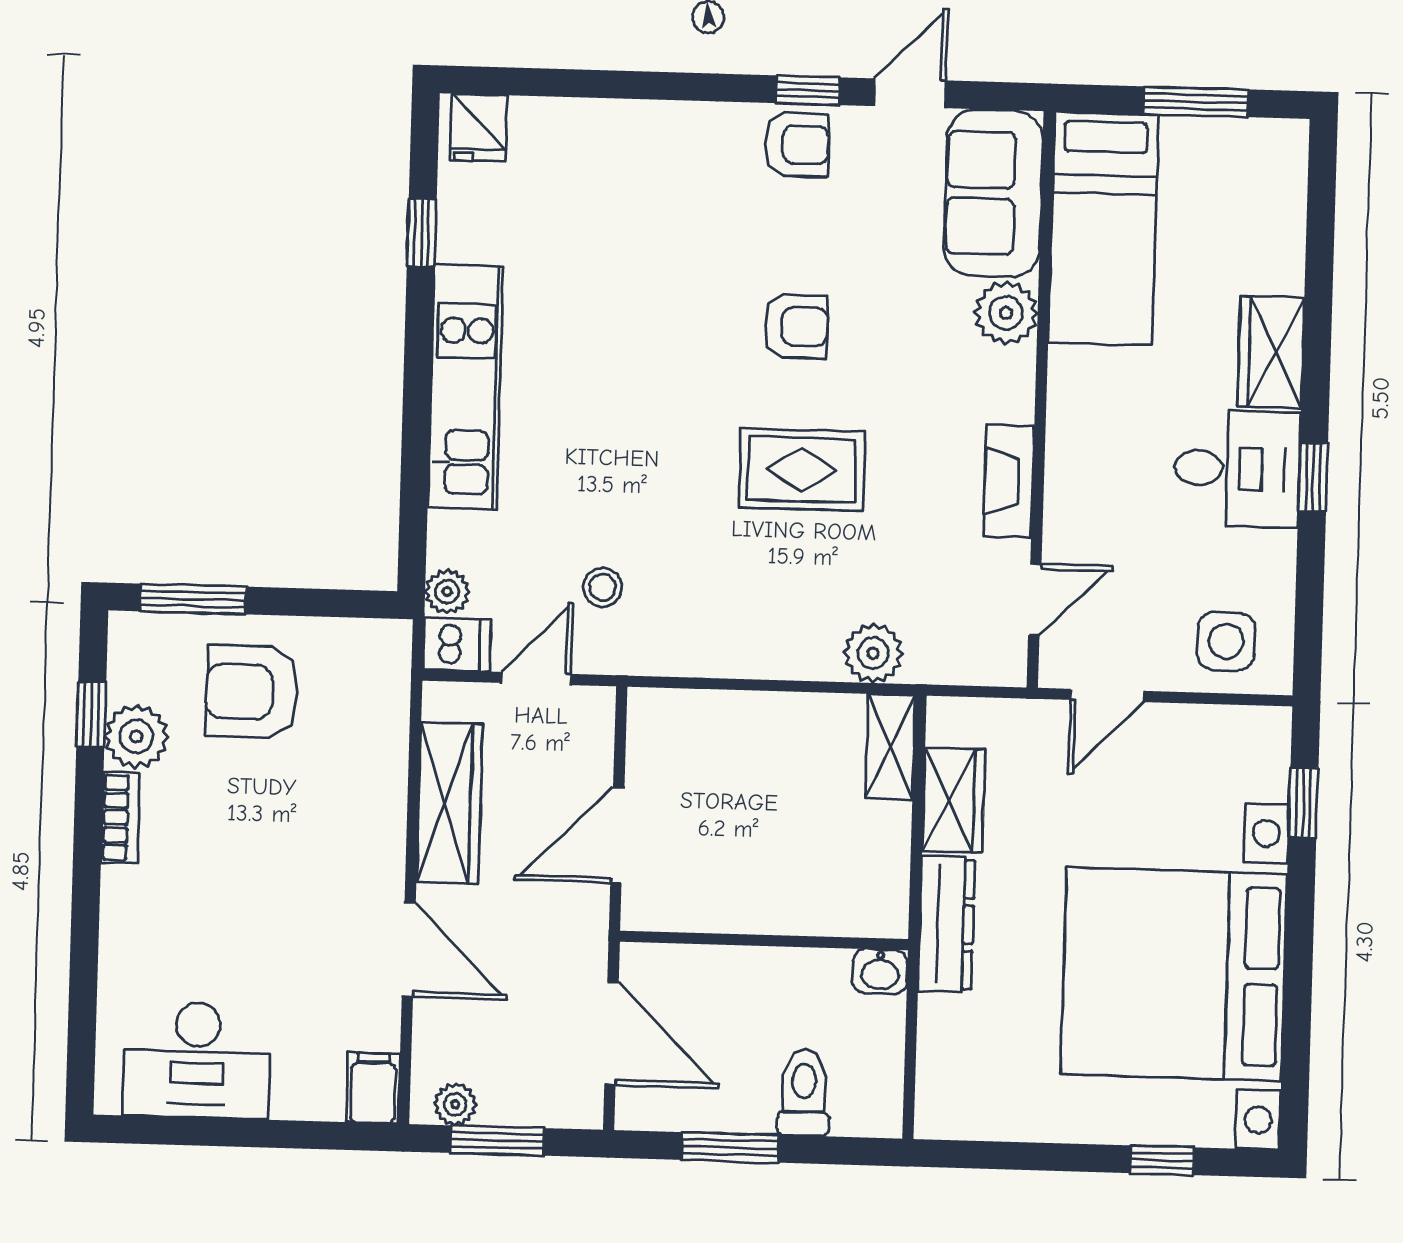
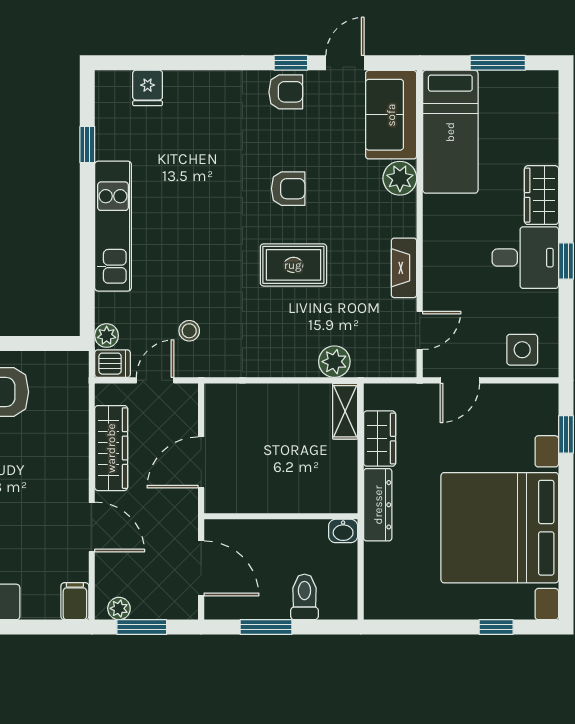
fridge: (479, 128) -> (148, 88), moved

